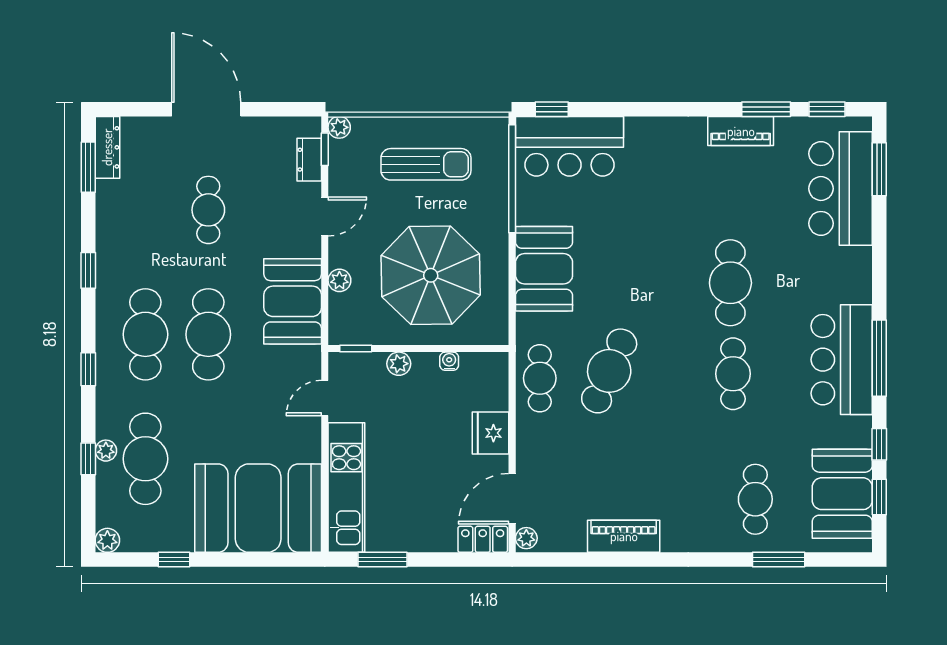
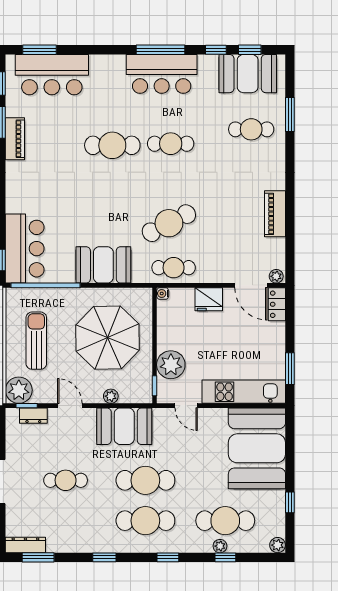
plant: (339, 127) -> (19, 390), width x1.88, depth x1.88
water cooler: (449, 361) -> (163, 293), moved
plant: (399, 364) -> (171, 365), width x1.88, depth x1.88
cafe table: (609, 371) -> (169, 223), turned -51

